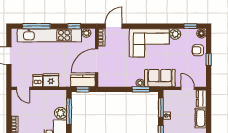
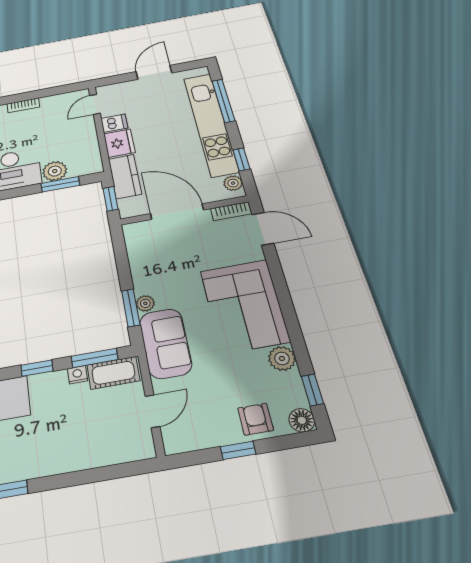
kitchen counter: (83, 81) -> (125, 176), moved
dresser: (201, 99) -> (133, 449), removed
window: (69, 111) -> (60, 184), width x0.69
cot: (201, 118) -> (113, 373), moved

